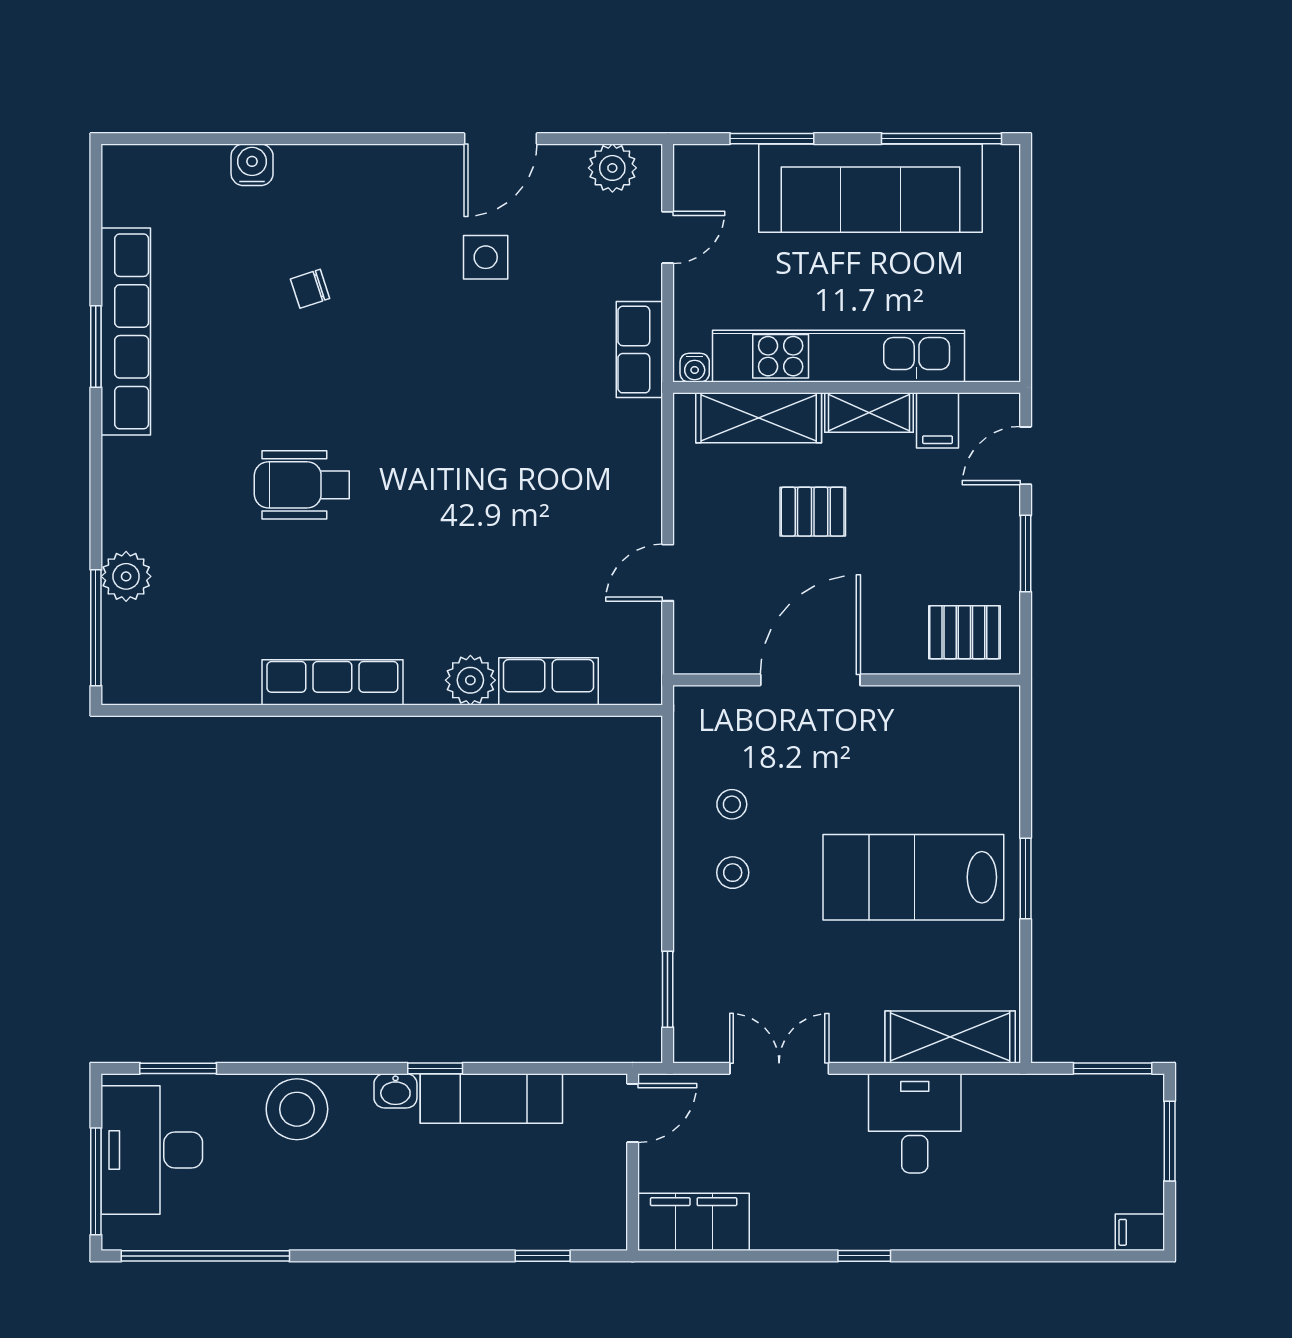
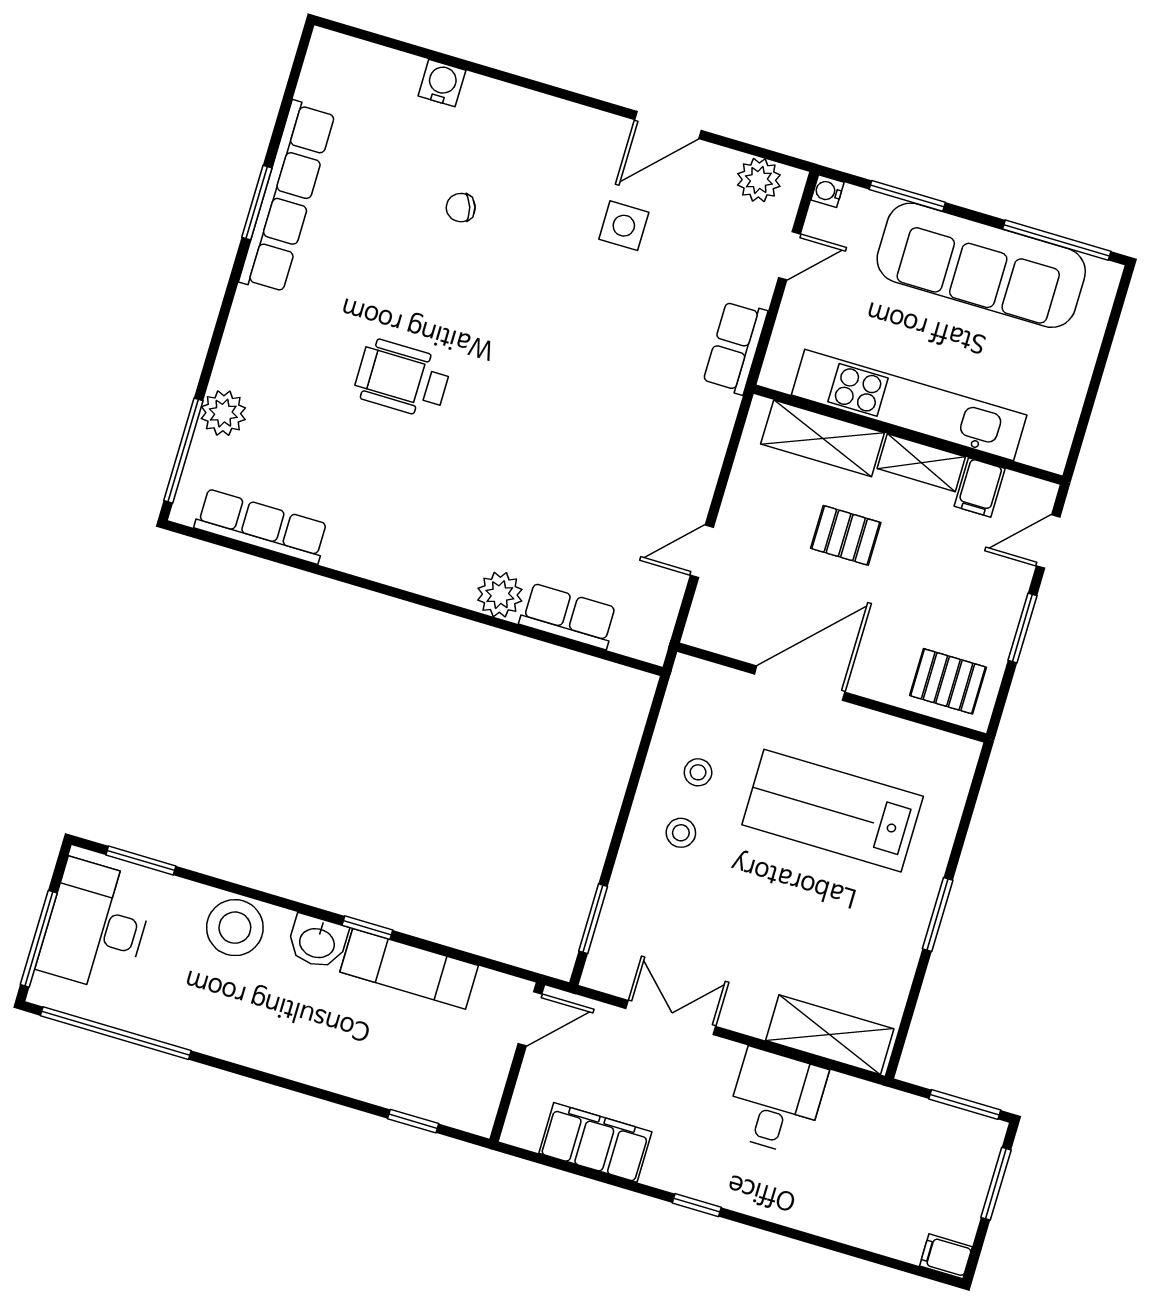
water cooler: (695, 368) -> (828, 191), moved, turned 90
row of seats: (332, 682) -> (262, 526), moved
lab bench: (913, 877) -> (833, 811), moved
washbasin: (395, 1091) -> (317, 942), width x1.38, depth x1.45
filing cabinet: (694, 1222) -> (595, 1142), moved

